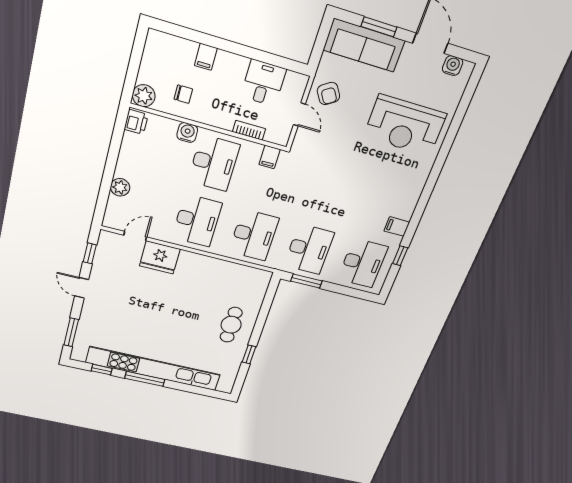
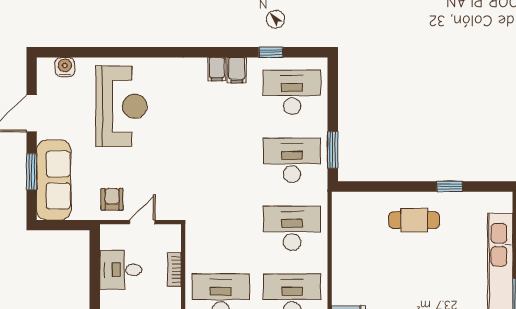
water cooler: (453, 66) -> (65, 67), moved, turned 90
armchair: (328, 94) -> (112, 199), turned -57
filing cabinet: (270, 157) -> (217, 69), moved, turned 90

